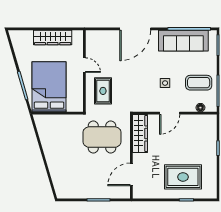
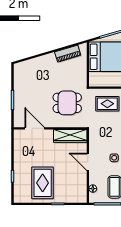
piano: (45, 136) -> (68, 54), added
dining table: (102, 137) -> (67, 103), width x0.73
rug: (183, 177) -> (43, 183), moved

